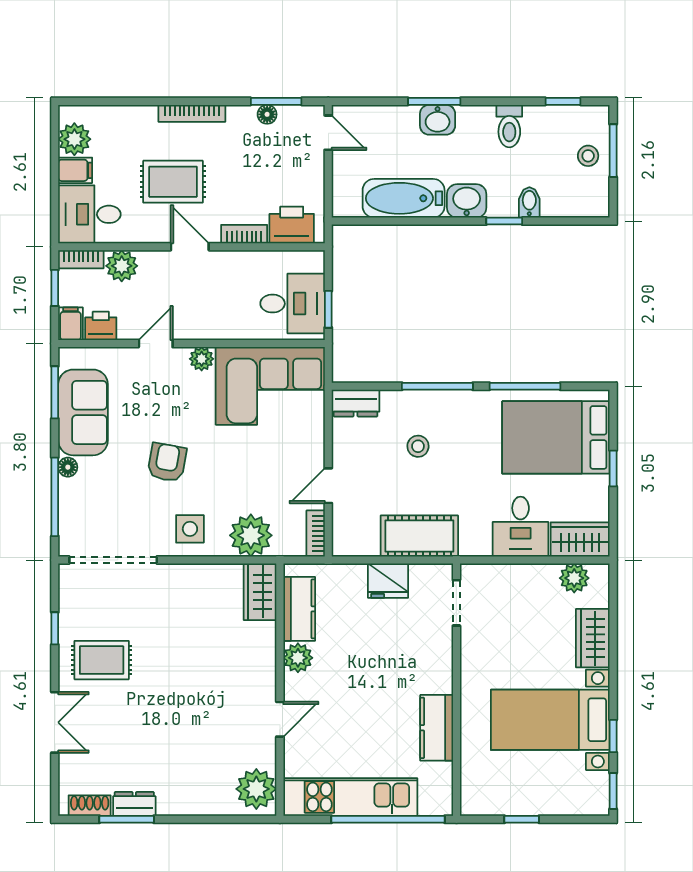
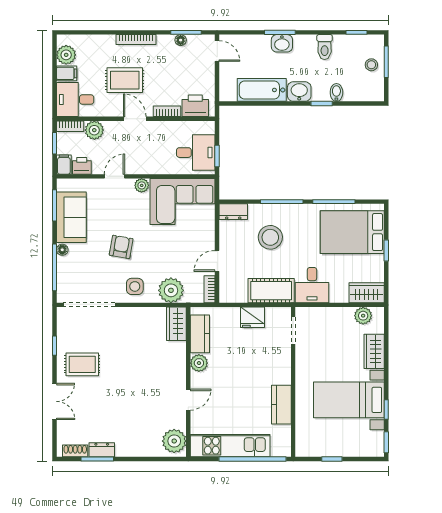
stool: (418, 446) -> (270, 237), width x1.89, depth x1.89
desk: (521, 527) -> (312, 285), moved

